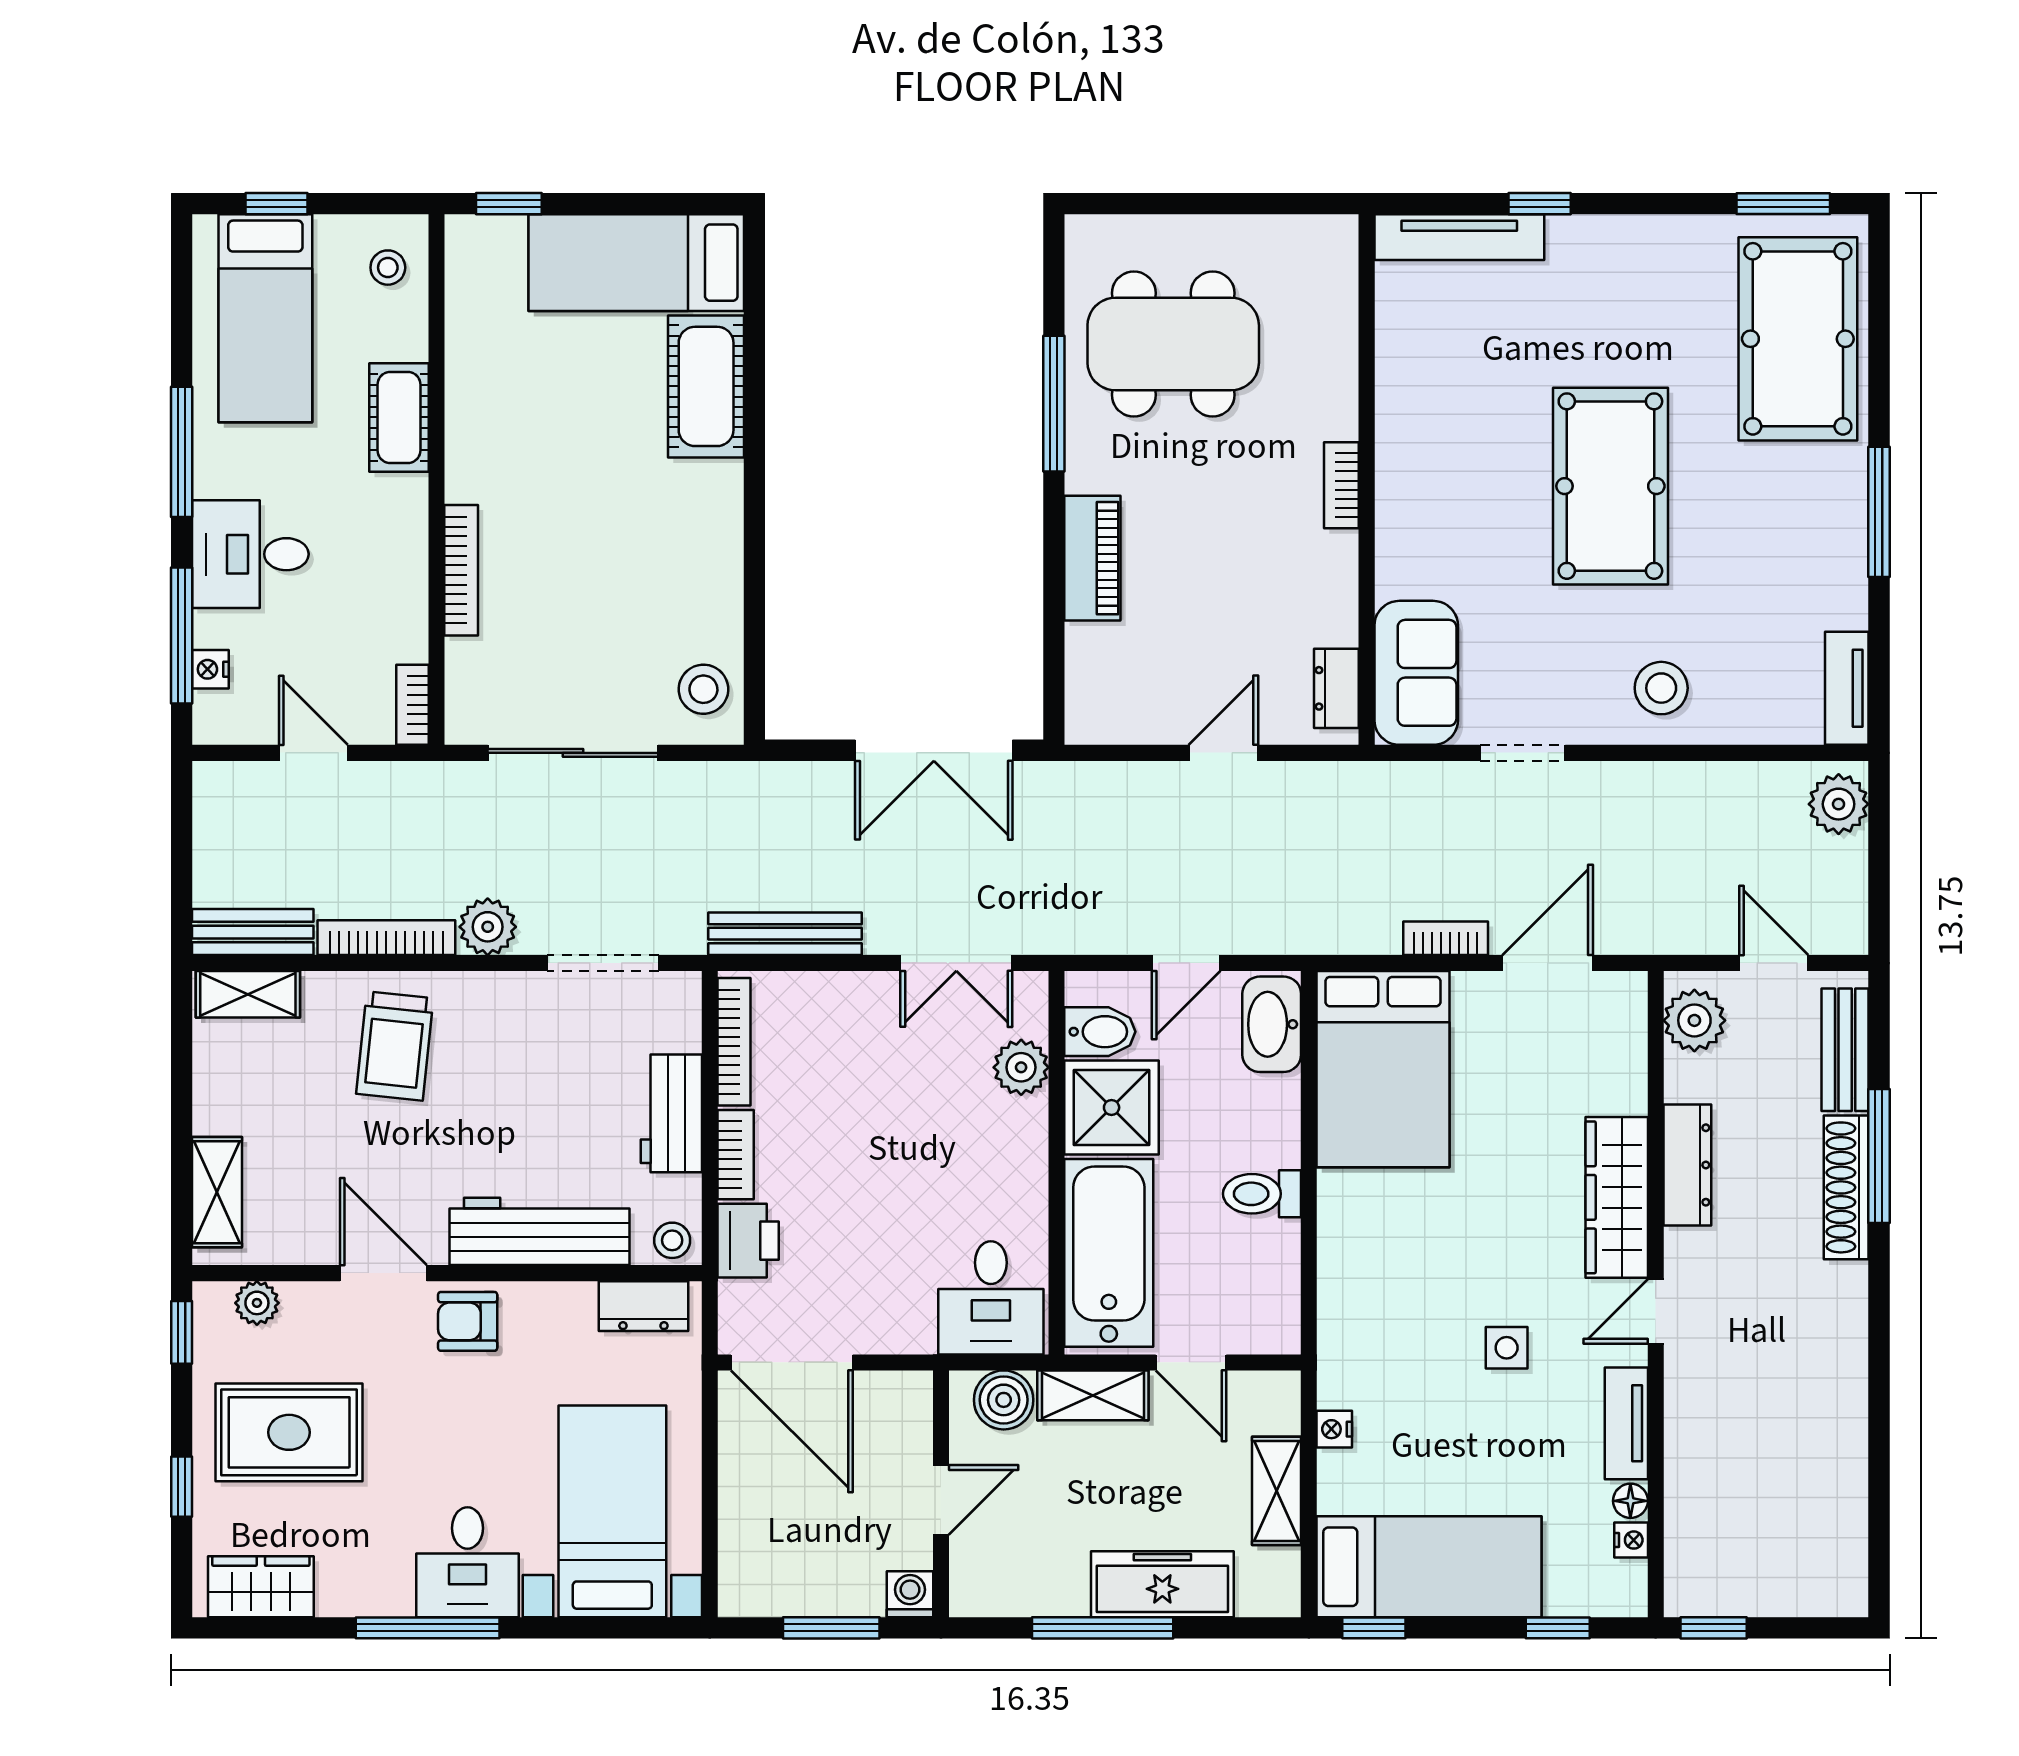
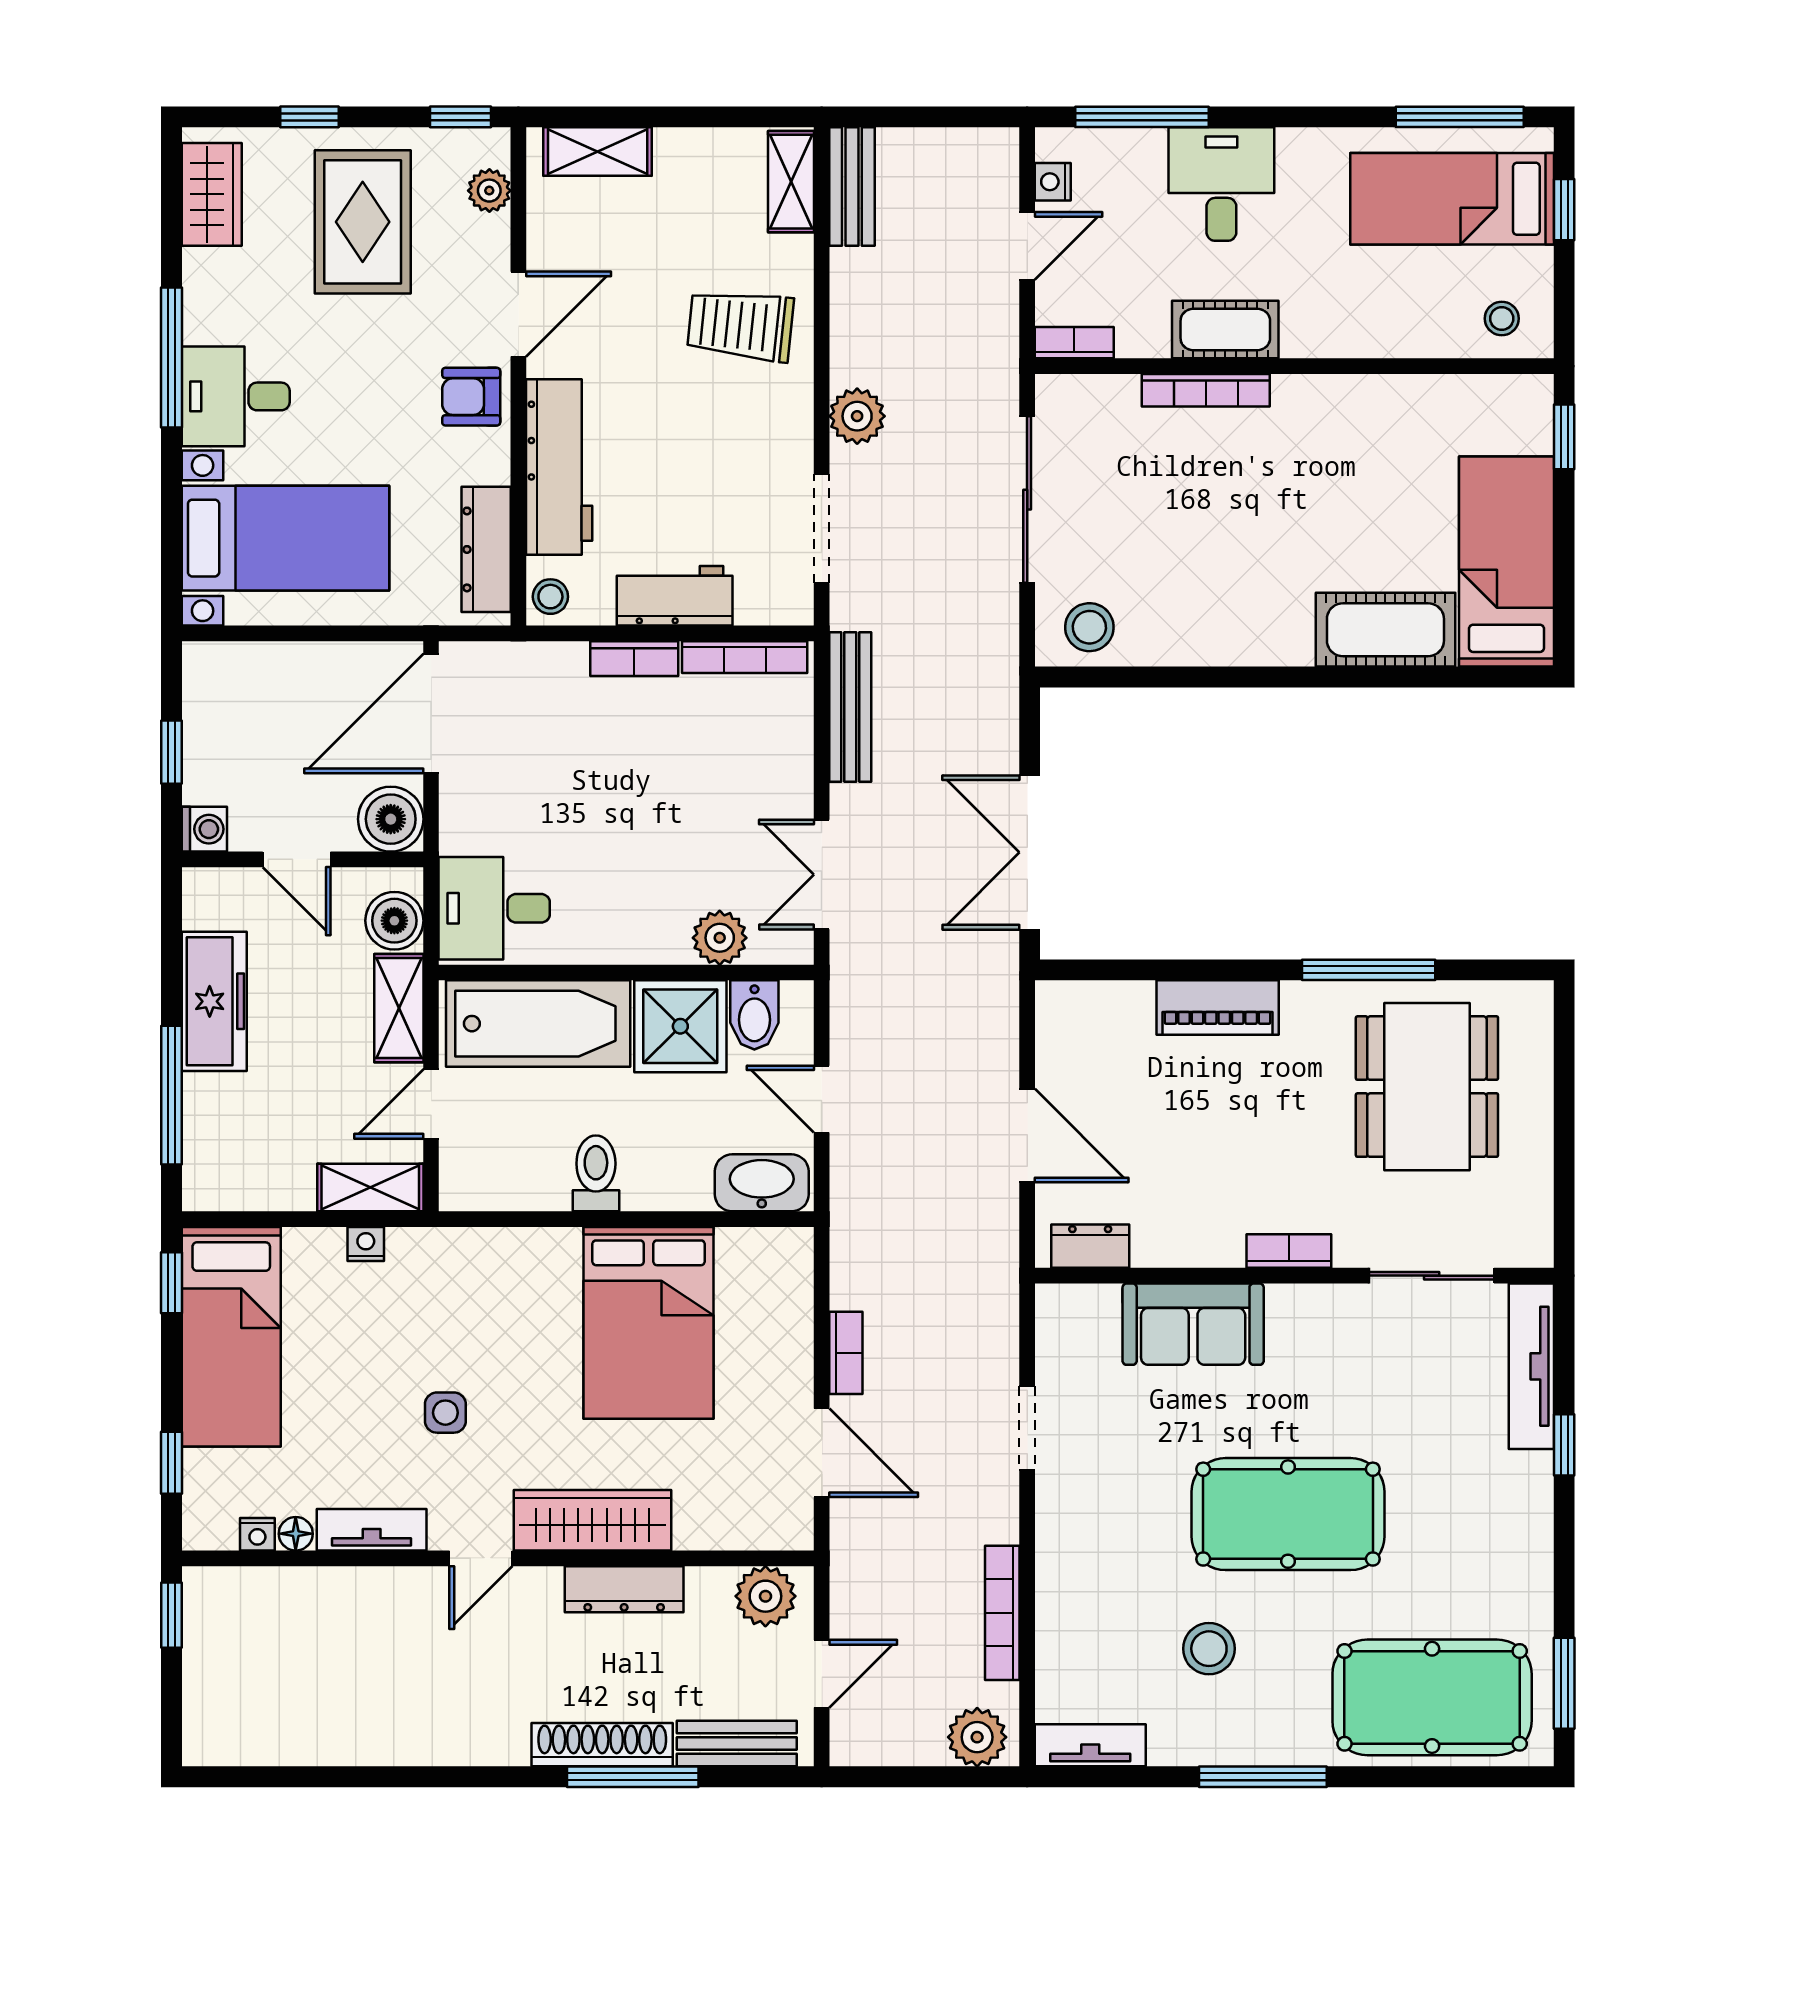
sliding door: (1367, 339) -> (1432, 1276), added
cot: (399, 417) -> (1225, 329), moved
window: (182, 452) -> (1460, 117), moved
nightstand: (210, 669) -> (1053, 182), moved, turned -90
sofa: (1416, 673) -> (1193, 1324), moved
stool: (1661, 688) -> (1209, 1649), moved
door: (1223, 753) -> (1027, 1136), width x1.38
bookcase: (386, 938) -> (1002, 1613), moved, turned 180
bed: (1383, 1069) -> (649, 1323), moved, turned -90
printer: (748, 1241) -> (550, 671), removed
dresser: (643, 1306) -> (486, 549), width x1.44
door: (1656, 1311) -> (481, 1558), swing flipped
armchair: (468, 1321) -> (471, 397), turned -90
boiler: (900, 1404) -> (391, 819), added
shelving: (1277, 1491) -> (370, 1188), moved
freezer: (1162, 1584) -> (214, 1001), moved
window: (831, 1628) -> (172, 752), width x0.67
window: (1103, 1628) -> (172, 1095), moved

